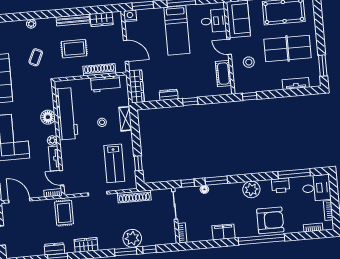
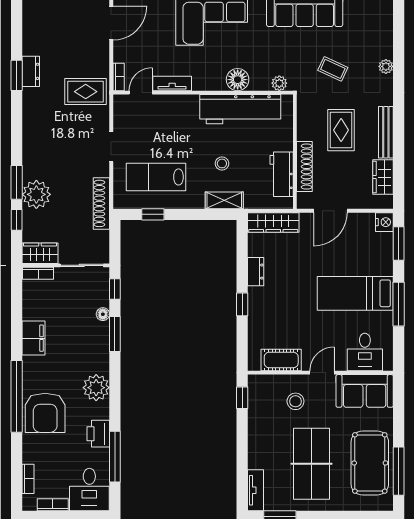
tv unit: (296, 84) -> (255, 490), moved
plant: (52, 141) -> (279, 83), moved
wardrobe: (86, 245) -> (40, 253), moved, turned -90

